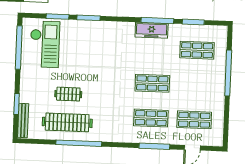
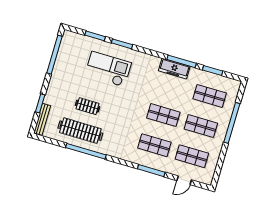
checkout: (45, 44) -> (108, 69), moved, turned -90
shop shelf: (196, 85) -> (201, 126), added

